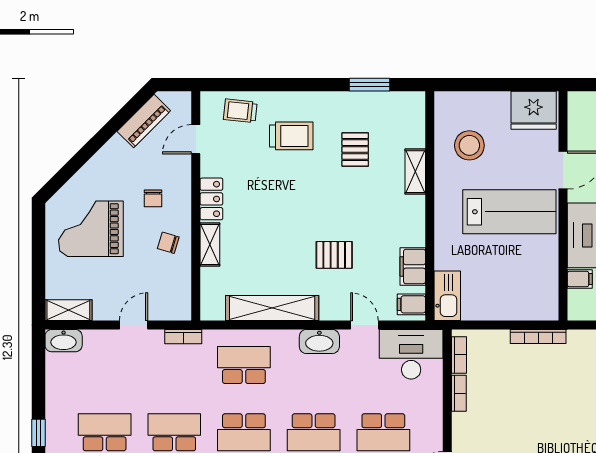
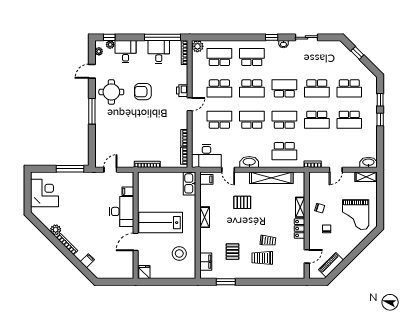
fridge: (534, 110) -> (144, 272), width x0.53, depth x0.75
trolley: (240, 111) -> (268, 241), moved
shelving: (415, 172) -> (205, 217), moved
grand piano: (91, 229) -> (356, 215), turned 90
filing cabinet: (413, 266) -> (206, 262), moved

